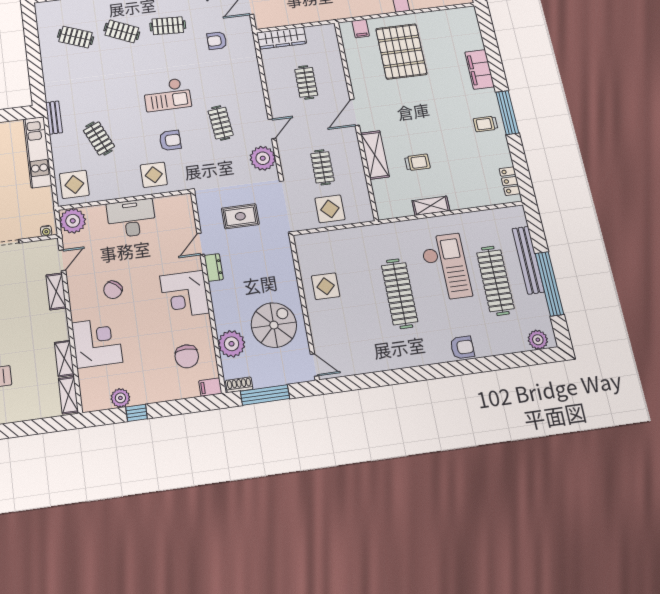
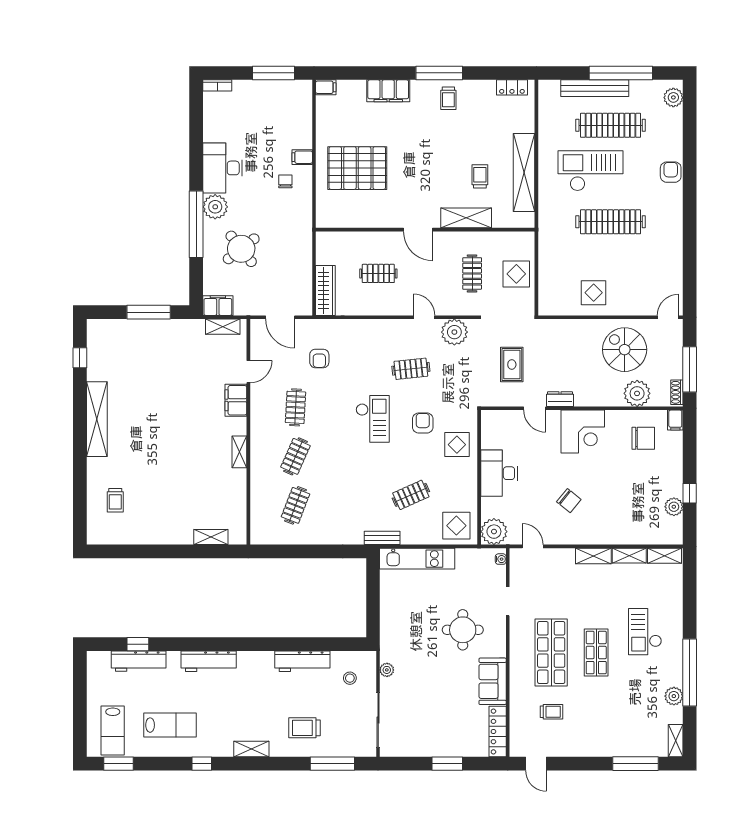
filing cabinet: (361, 29) -> (326, 87), moved
clothes rail: (322, 167) -> (472, 273), turned 90
shelving: (431, 206) -> (524, 172), width x2.20, depth x1.33
shelving: (56, 291) -> (593, 556), moved
corner desk: (97, 342) -> (618, 522), removed

